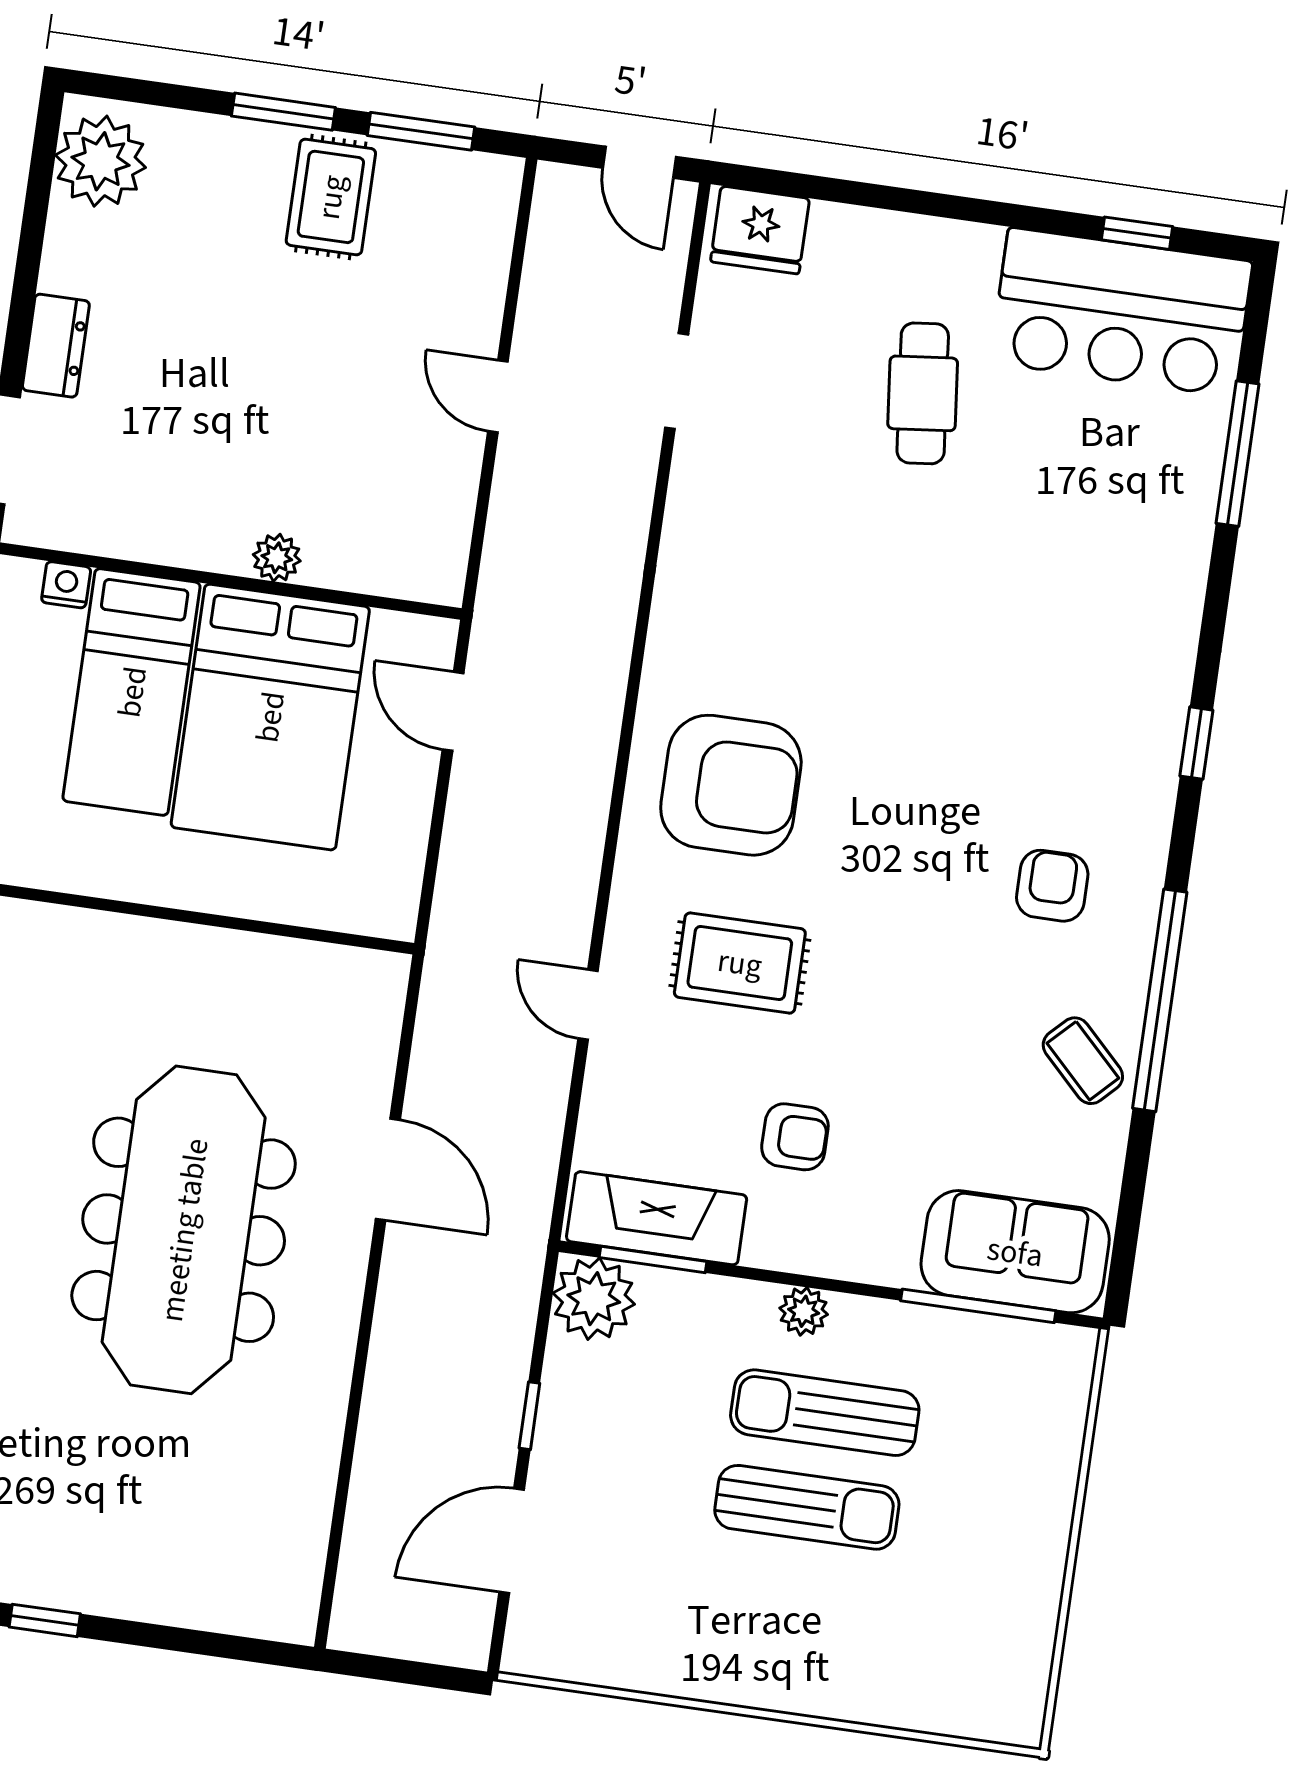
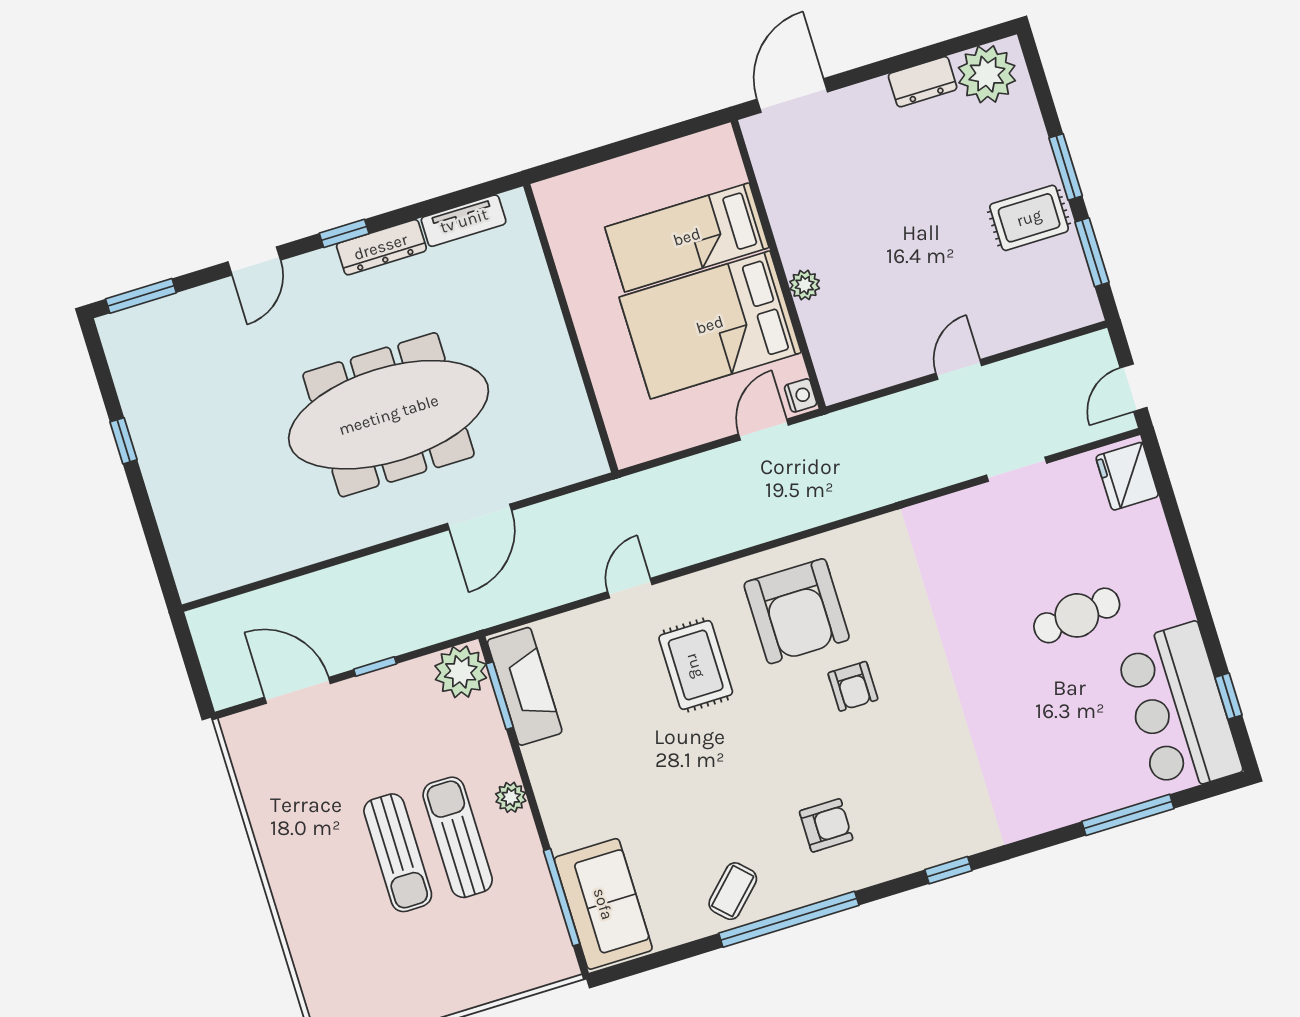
dresser: (56, 346) -> (923, 82), moved
nightstand: (66, 585) -> (801, 395), moved
armchair: (795, 1137) -> (853, 686), moved

